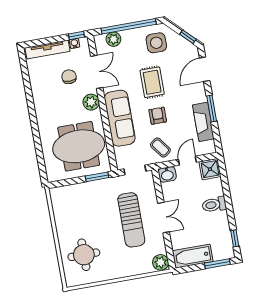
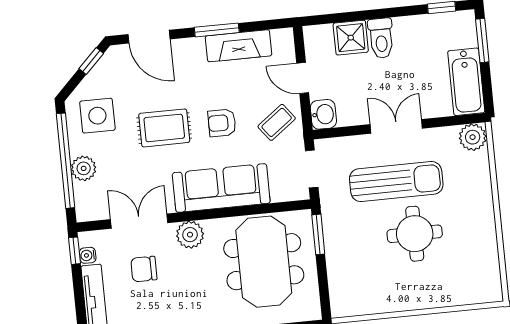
plant: (113, 39) -> (84, 168), moved
shower: (210, 169) -> (351, 38), moved
round table: (84, 255) -> (415, 234), moved

